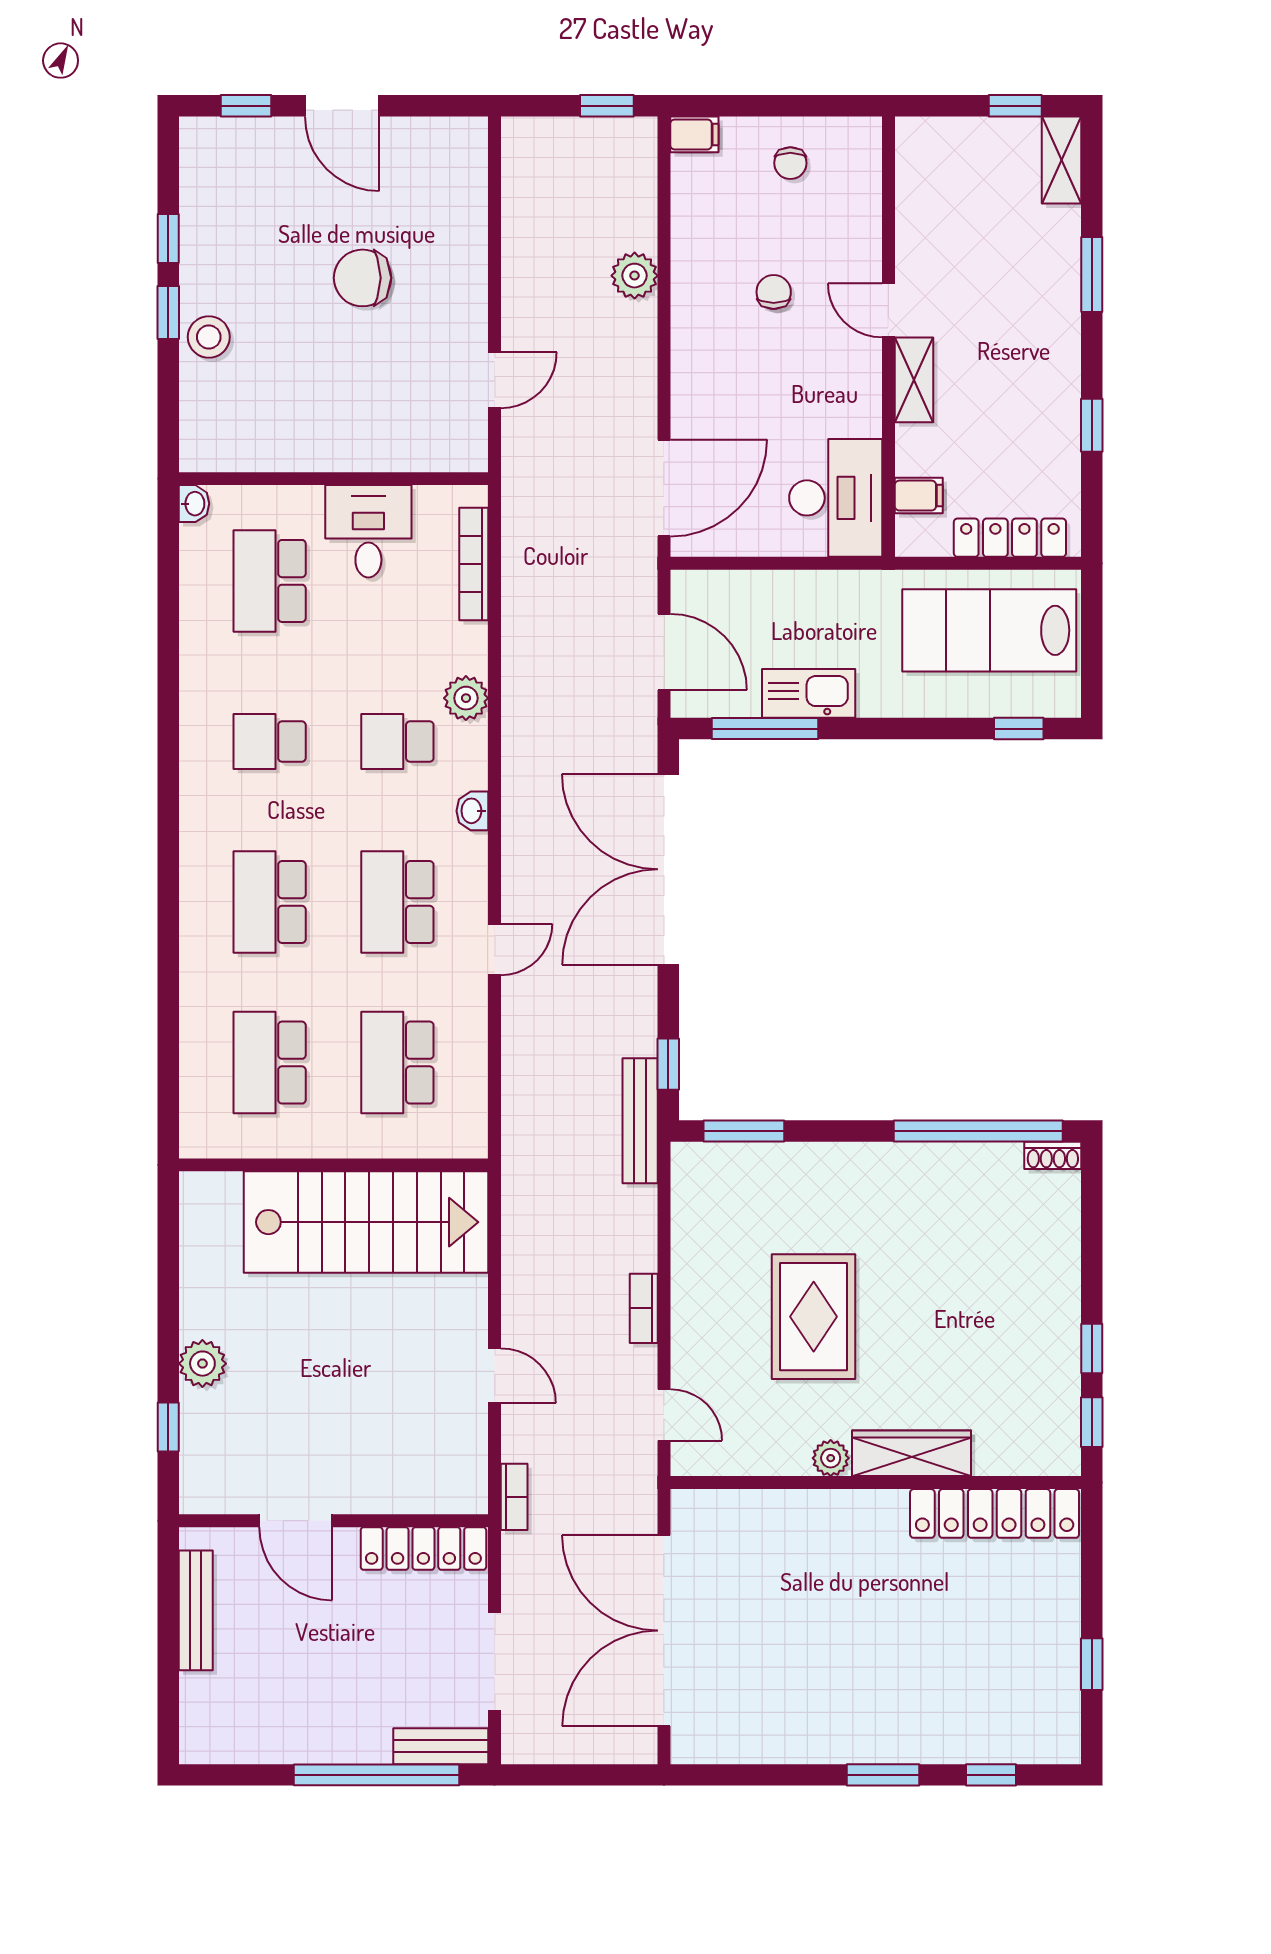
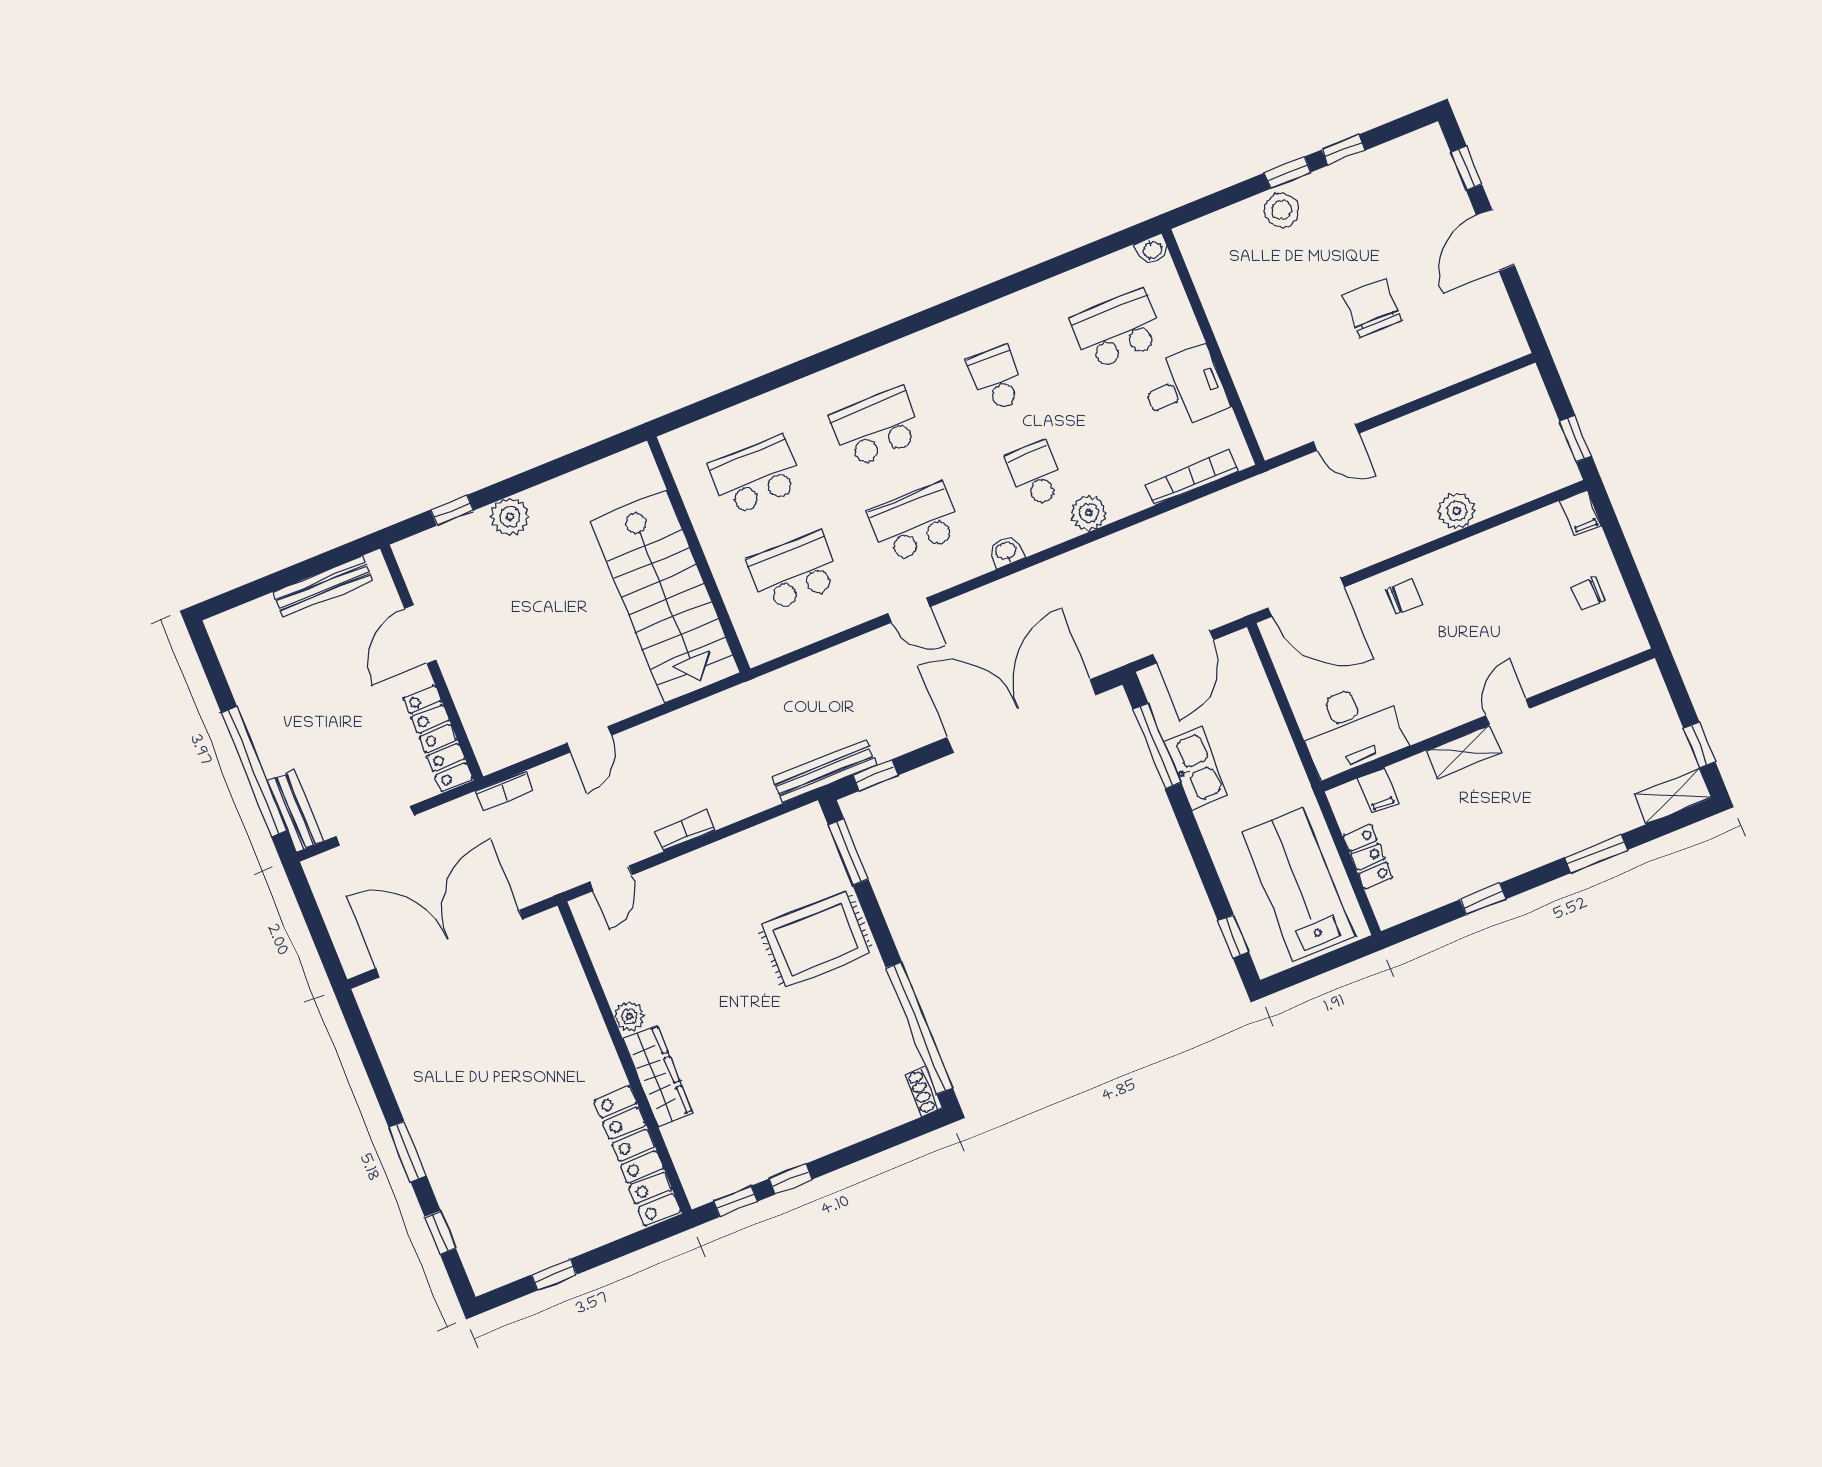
chair: (774, 292) -> (1404, 597), moved
locker: (1010, 538) -> (1368, 857), width x0.66
rug: (814, 1317) -> (816, 939), moved

